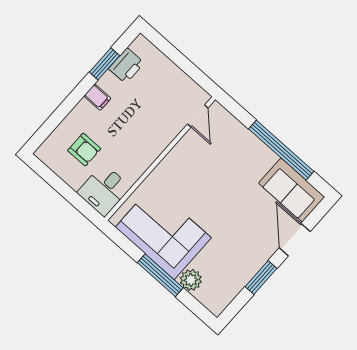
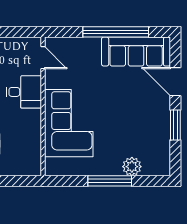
desk: (104, 190) -> (24, 92), moved, turned -90
sofa: (292, 190) -> (136, 52), width x1.36
corner sofa: (163, 233) -> (69, 123), moved, turned 90

